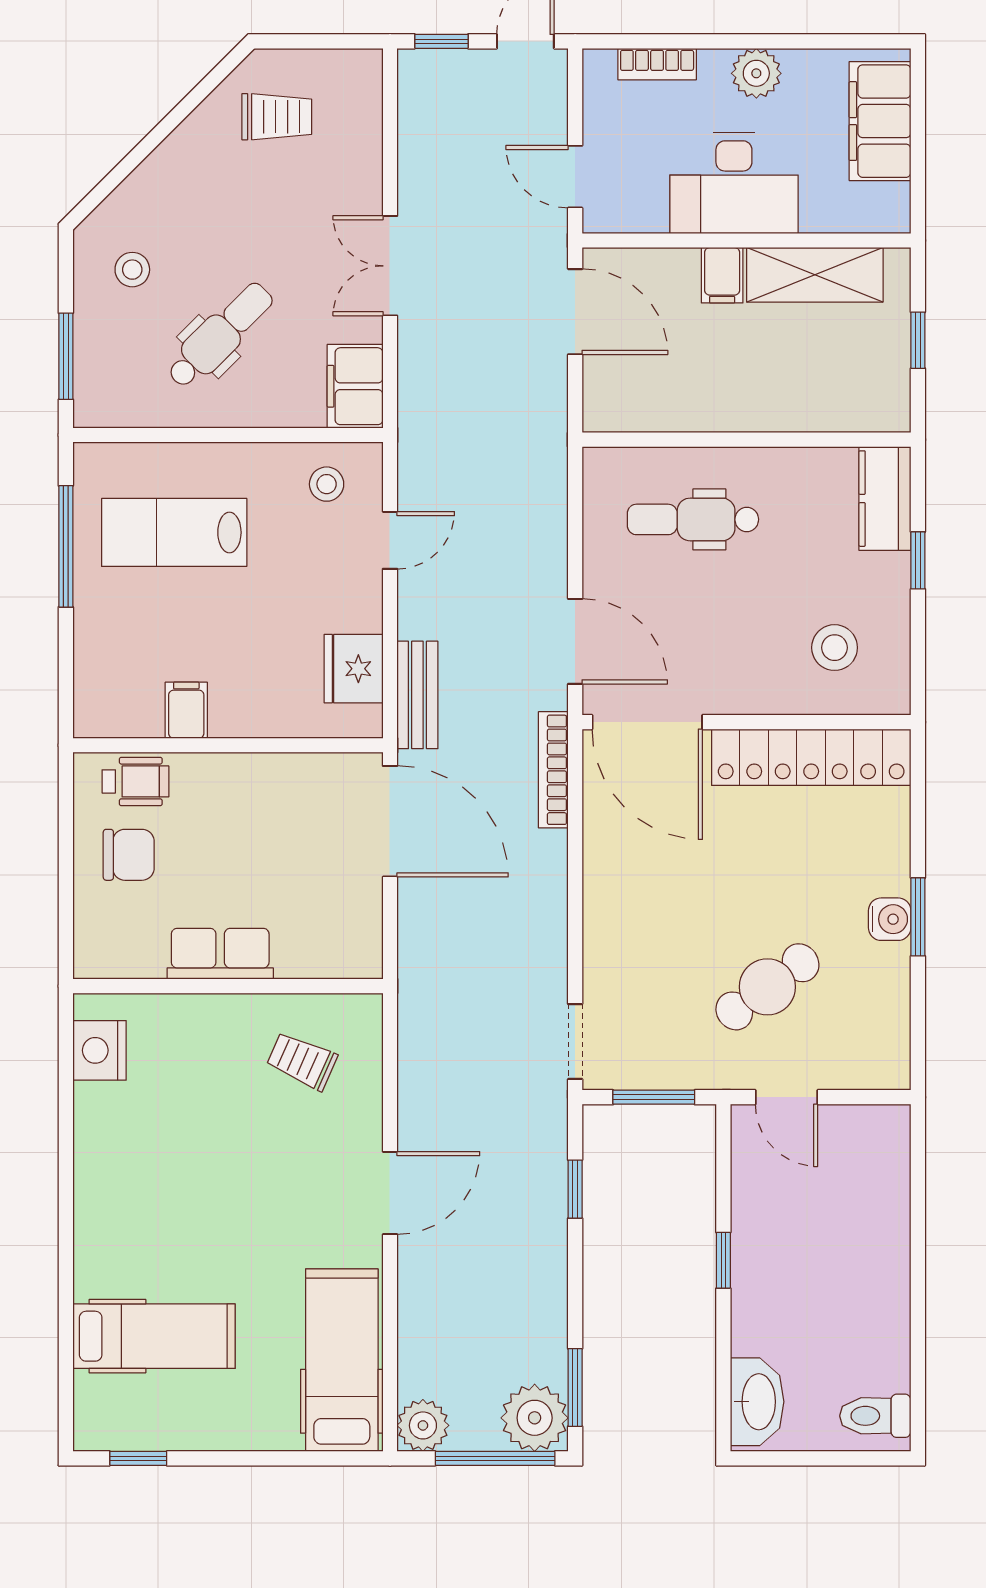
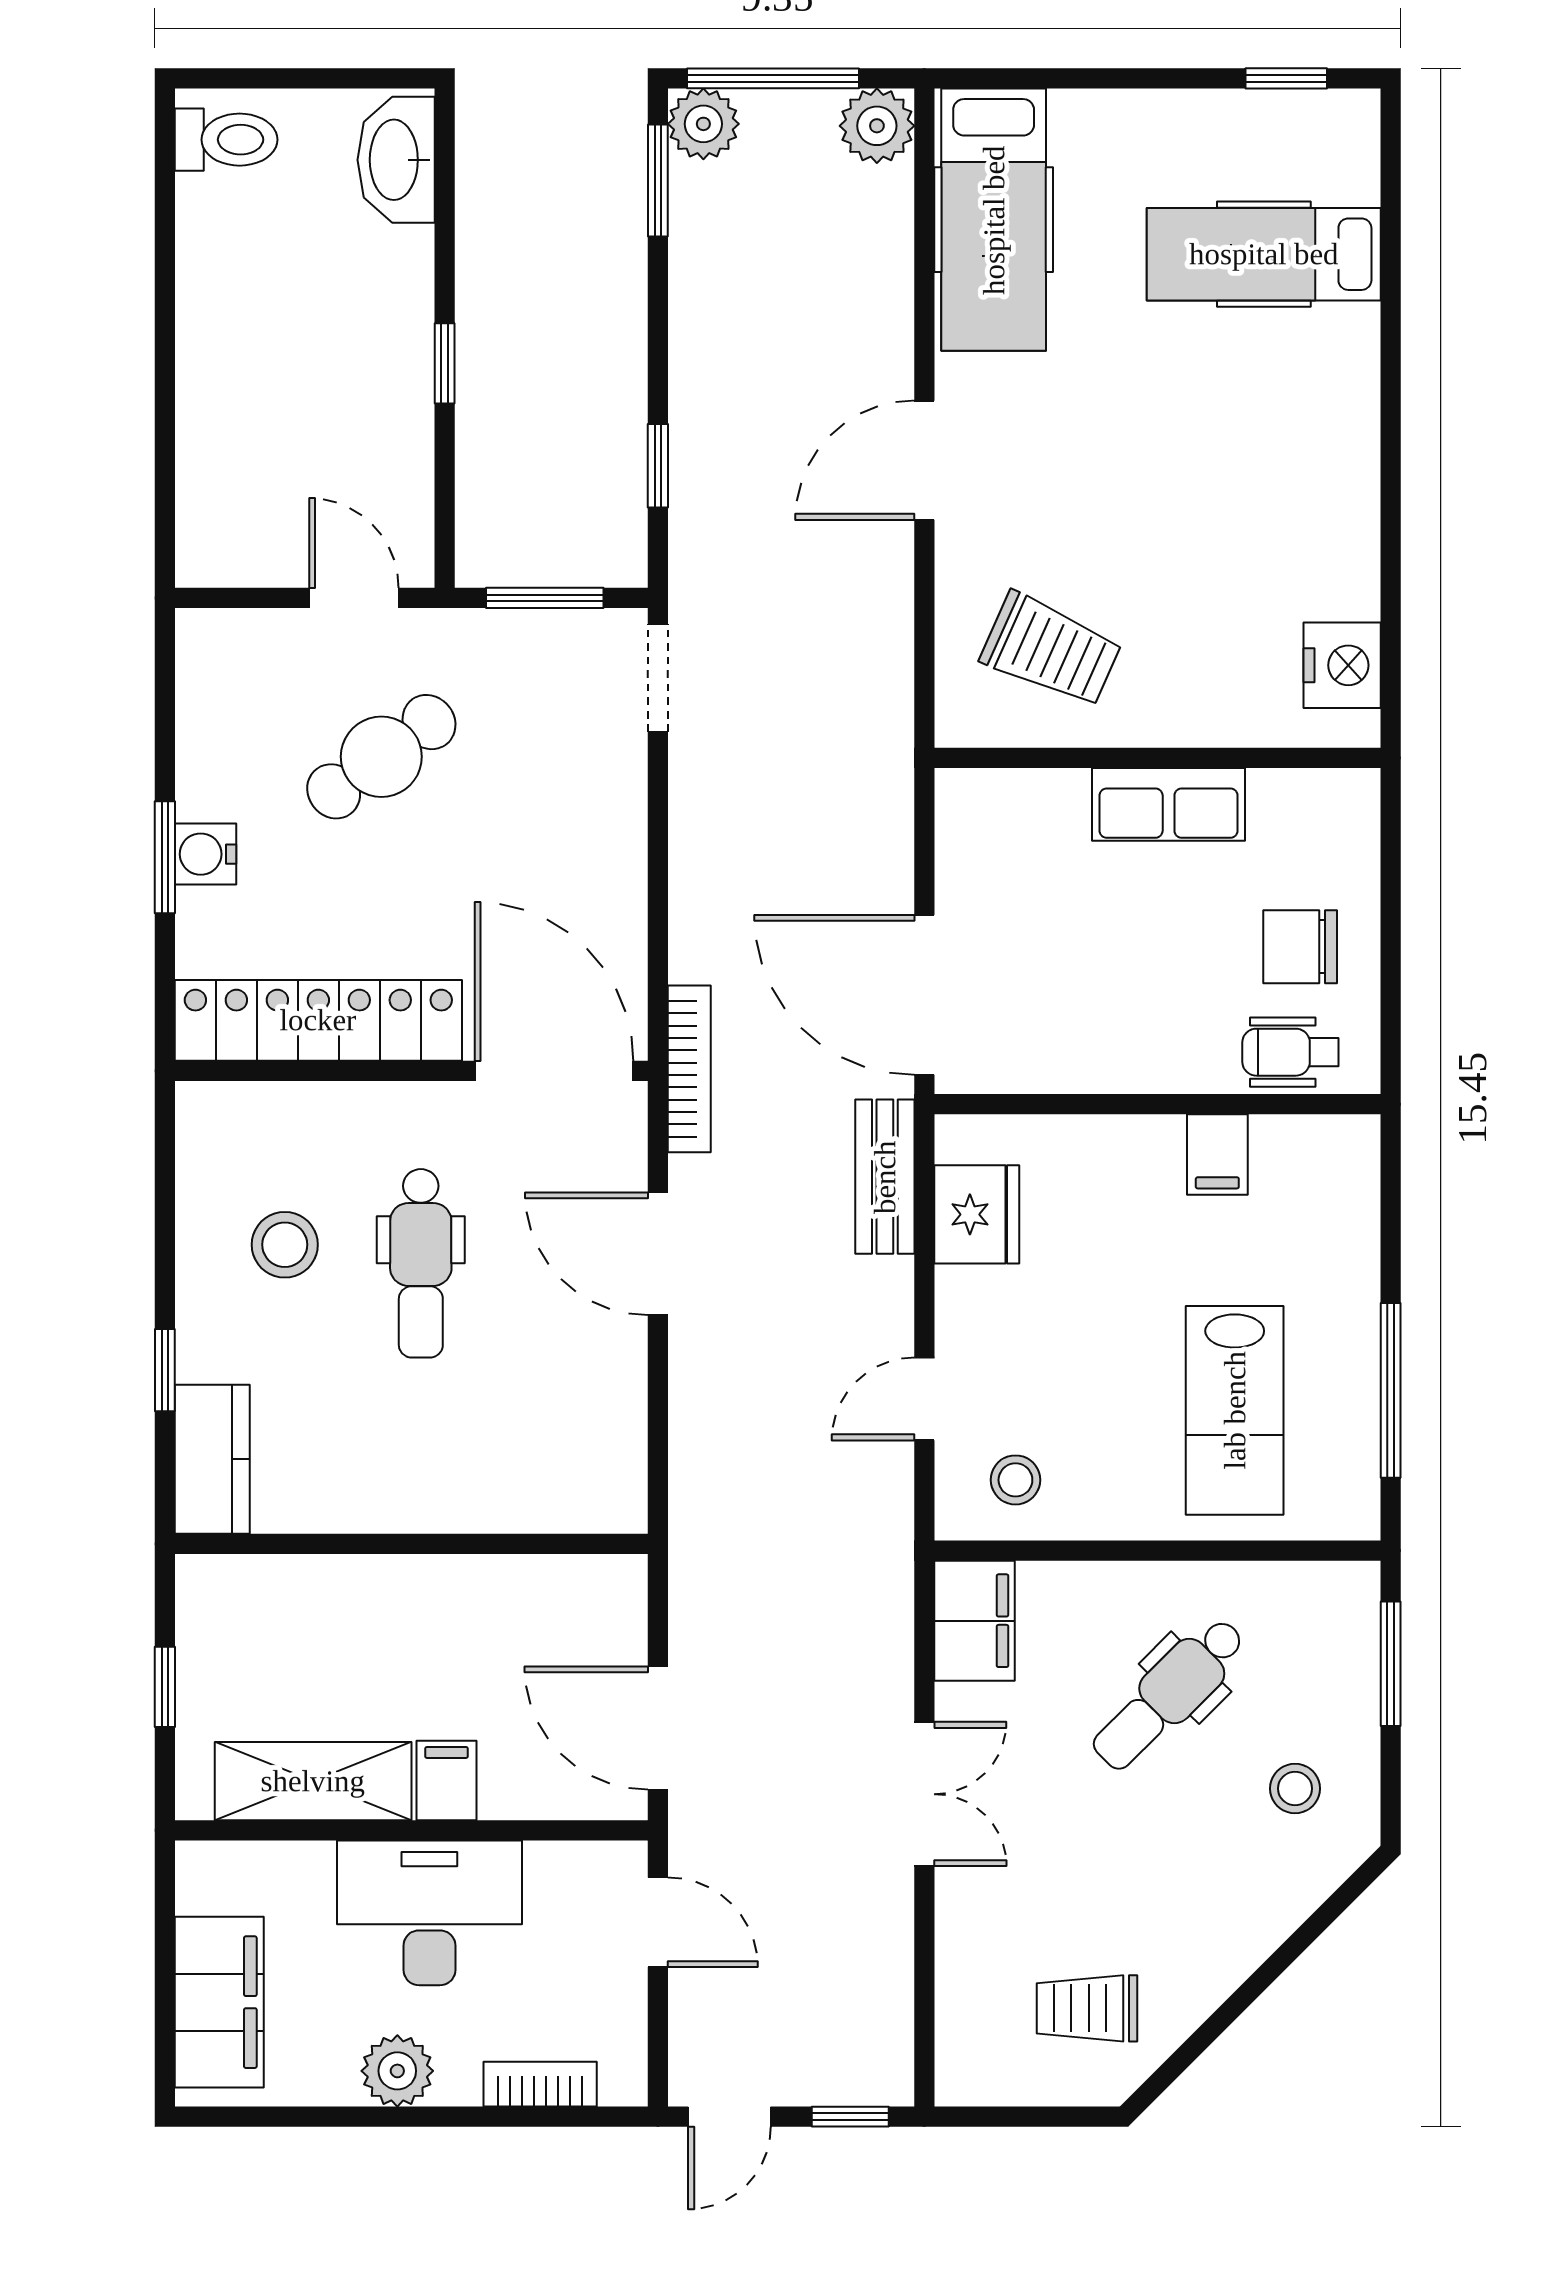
dental chair: (693, 519) -> (421, 1263), moved, turned 90
lab bench: (174, 532) -> (1235, 1410), turned 90
door: (647, 722) -> (554, 1071), moved
wall: (747, 722) -> (411, 1071), moved
locker: (811, 757) -> (318, 1020), moved
trolley: (302, 1061) -> (1051, 650), width x1.36, depth x1.39
plant: (535, 1418) -> (703, 124), width x0.73, depth x0.73

